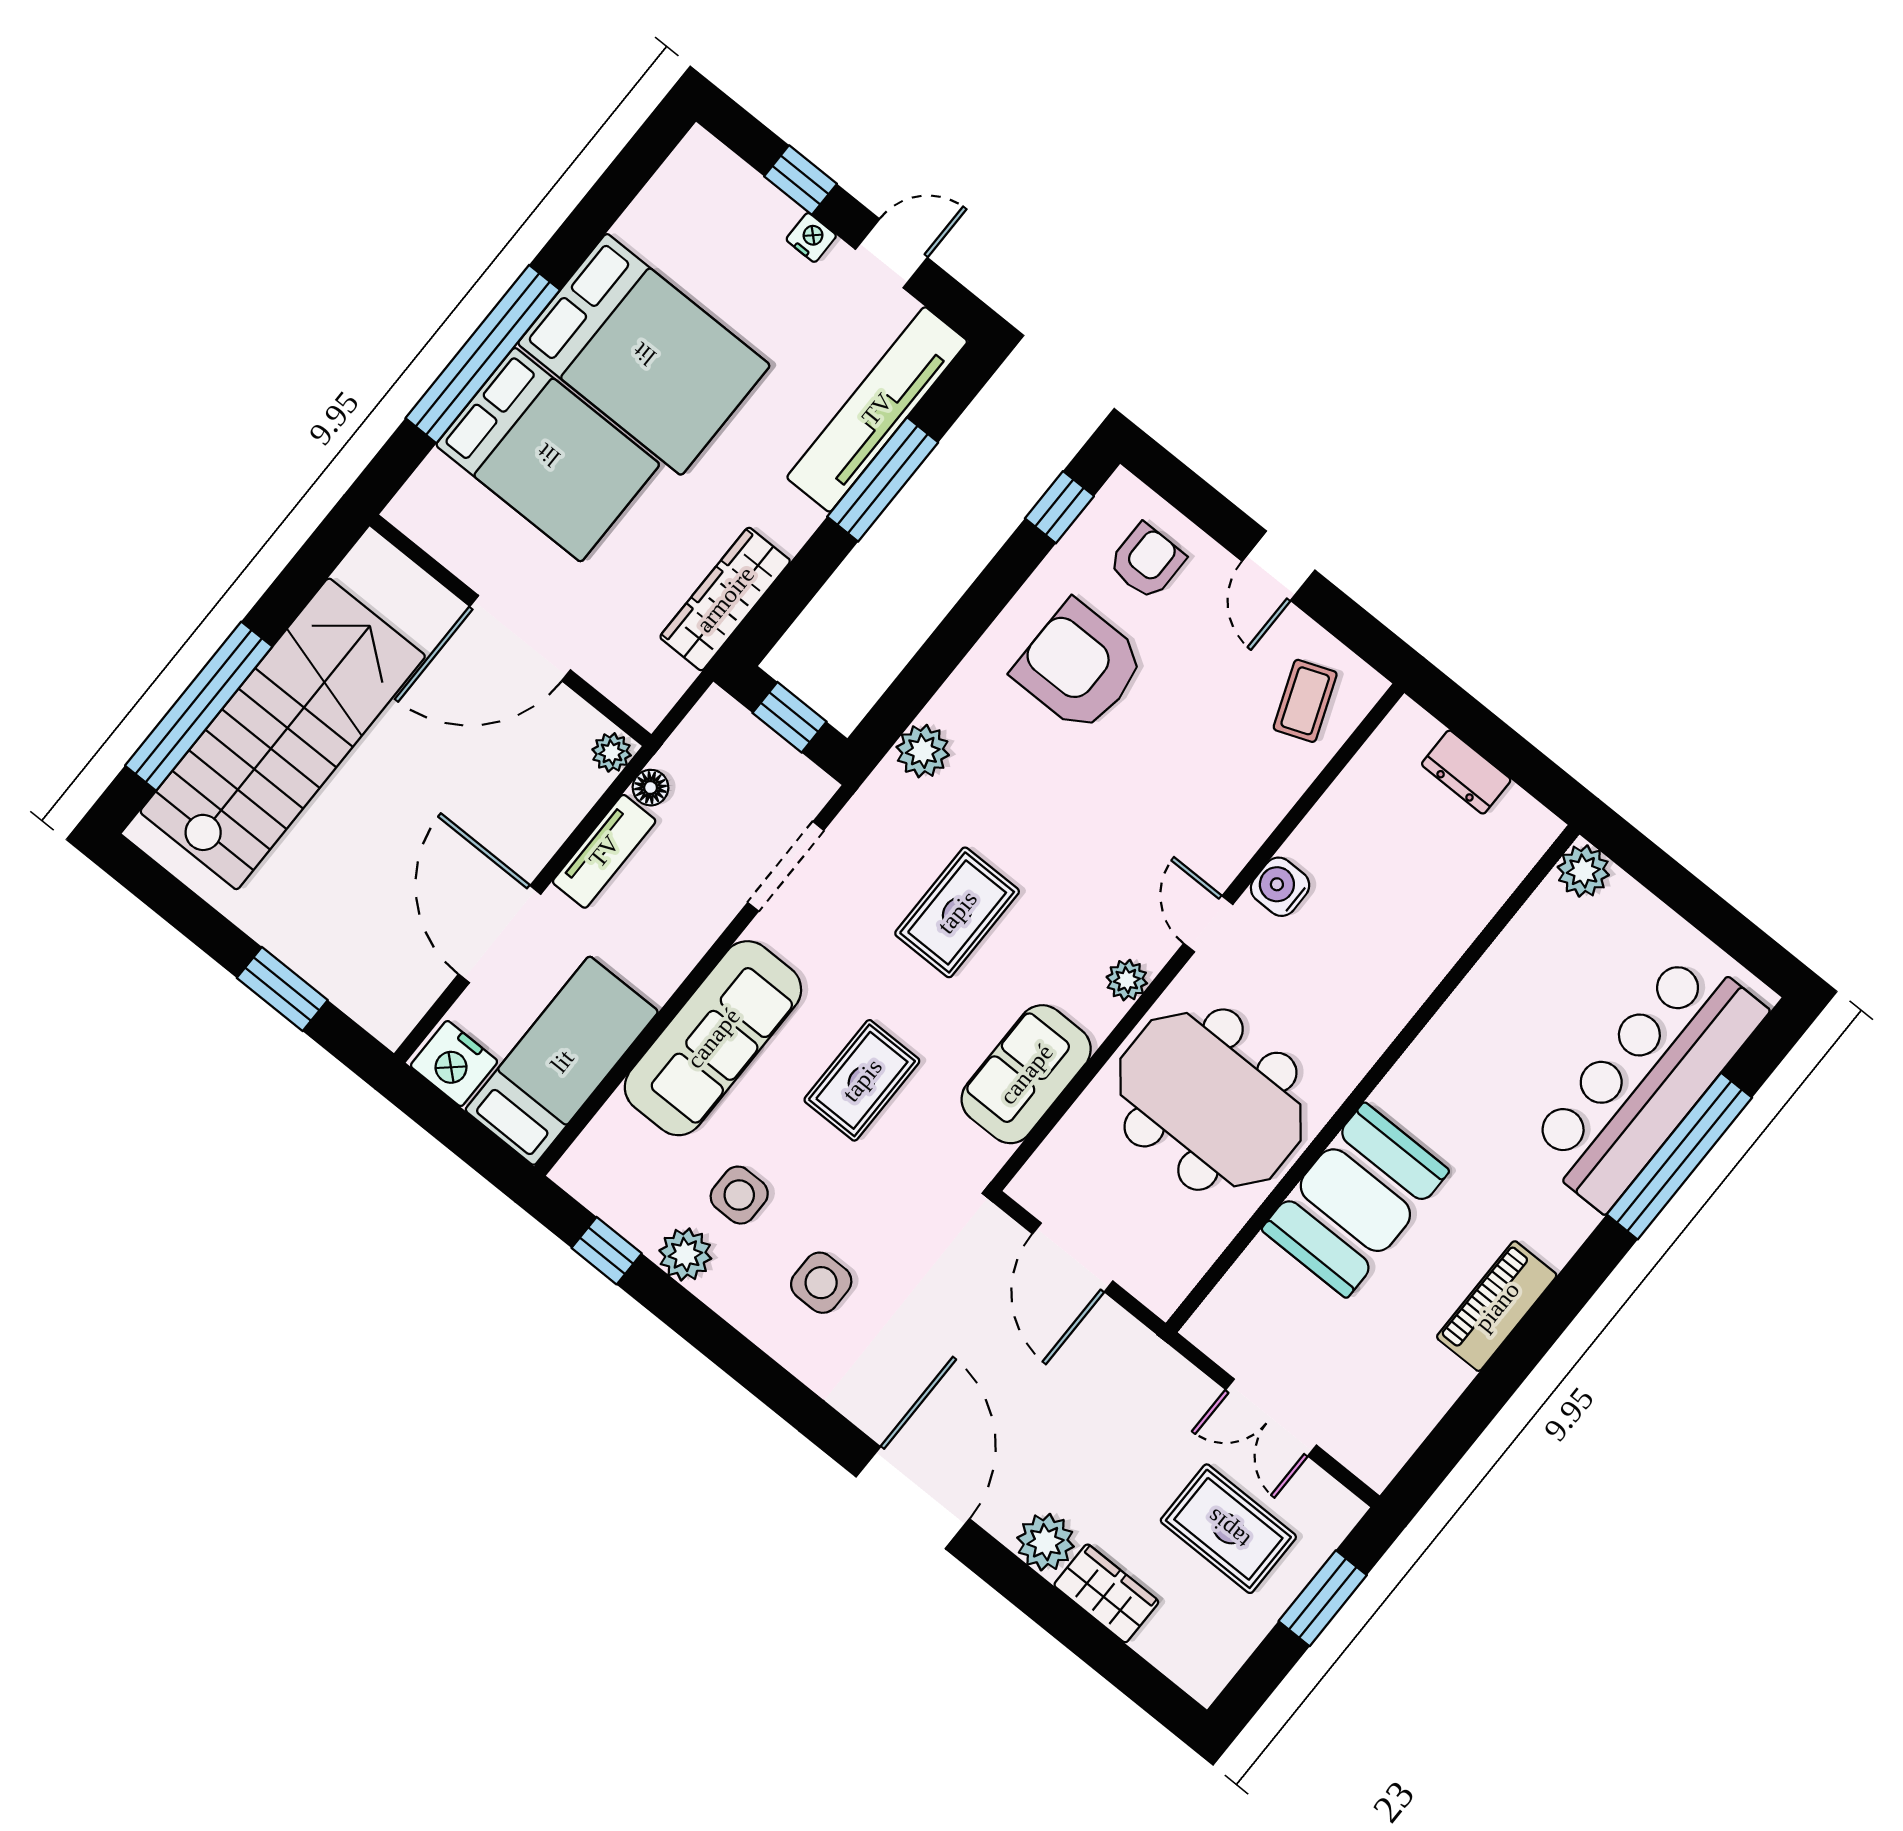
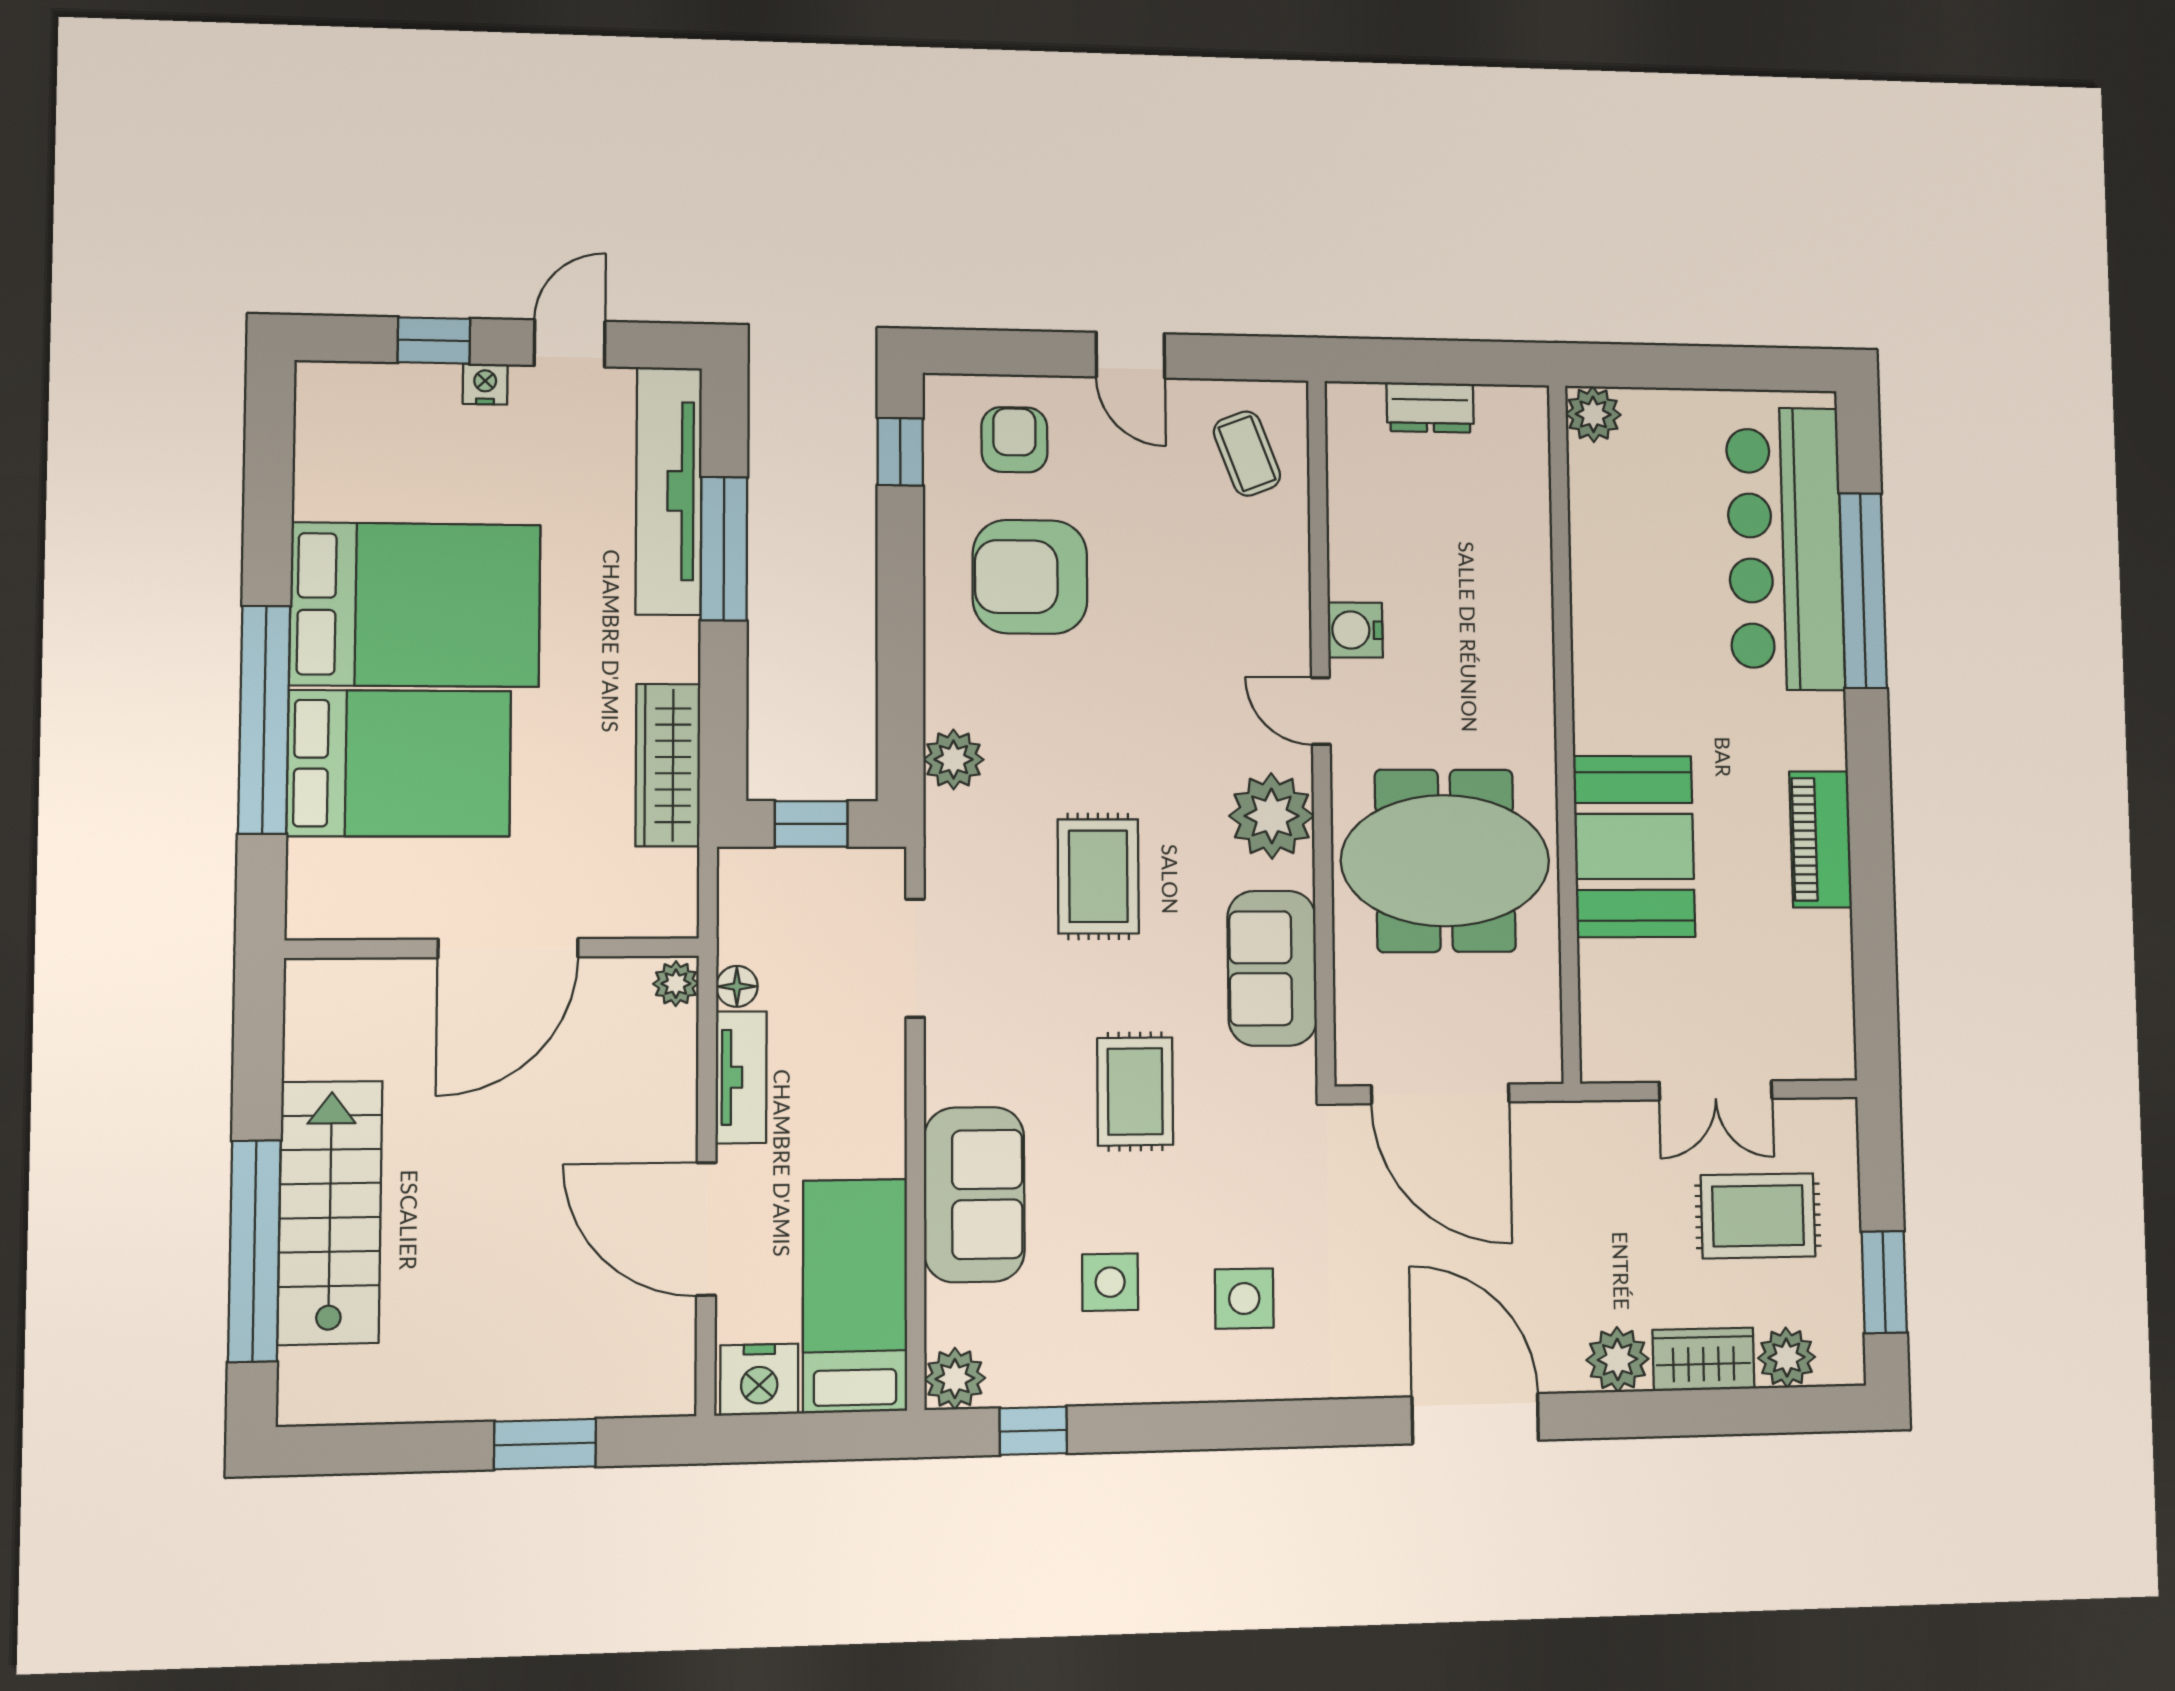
stairs: (283, 734) -> (330, 1212), width x0.73, depth x0.66
plant: (1127, 980) -> (1272, 816), width x1.88, depth x1.88
sofa: (713, 1038) -> (974, 1195), width x0.73
plant: (685, 1254) -> (955, 1379), moved
door: (1073, 1257) -> (1440, 1094), width x1.36
window: (1323, 1598) -> (1884, 1282), moved
plant: (1166, 1642) -> (1787, 1358), added

